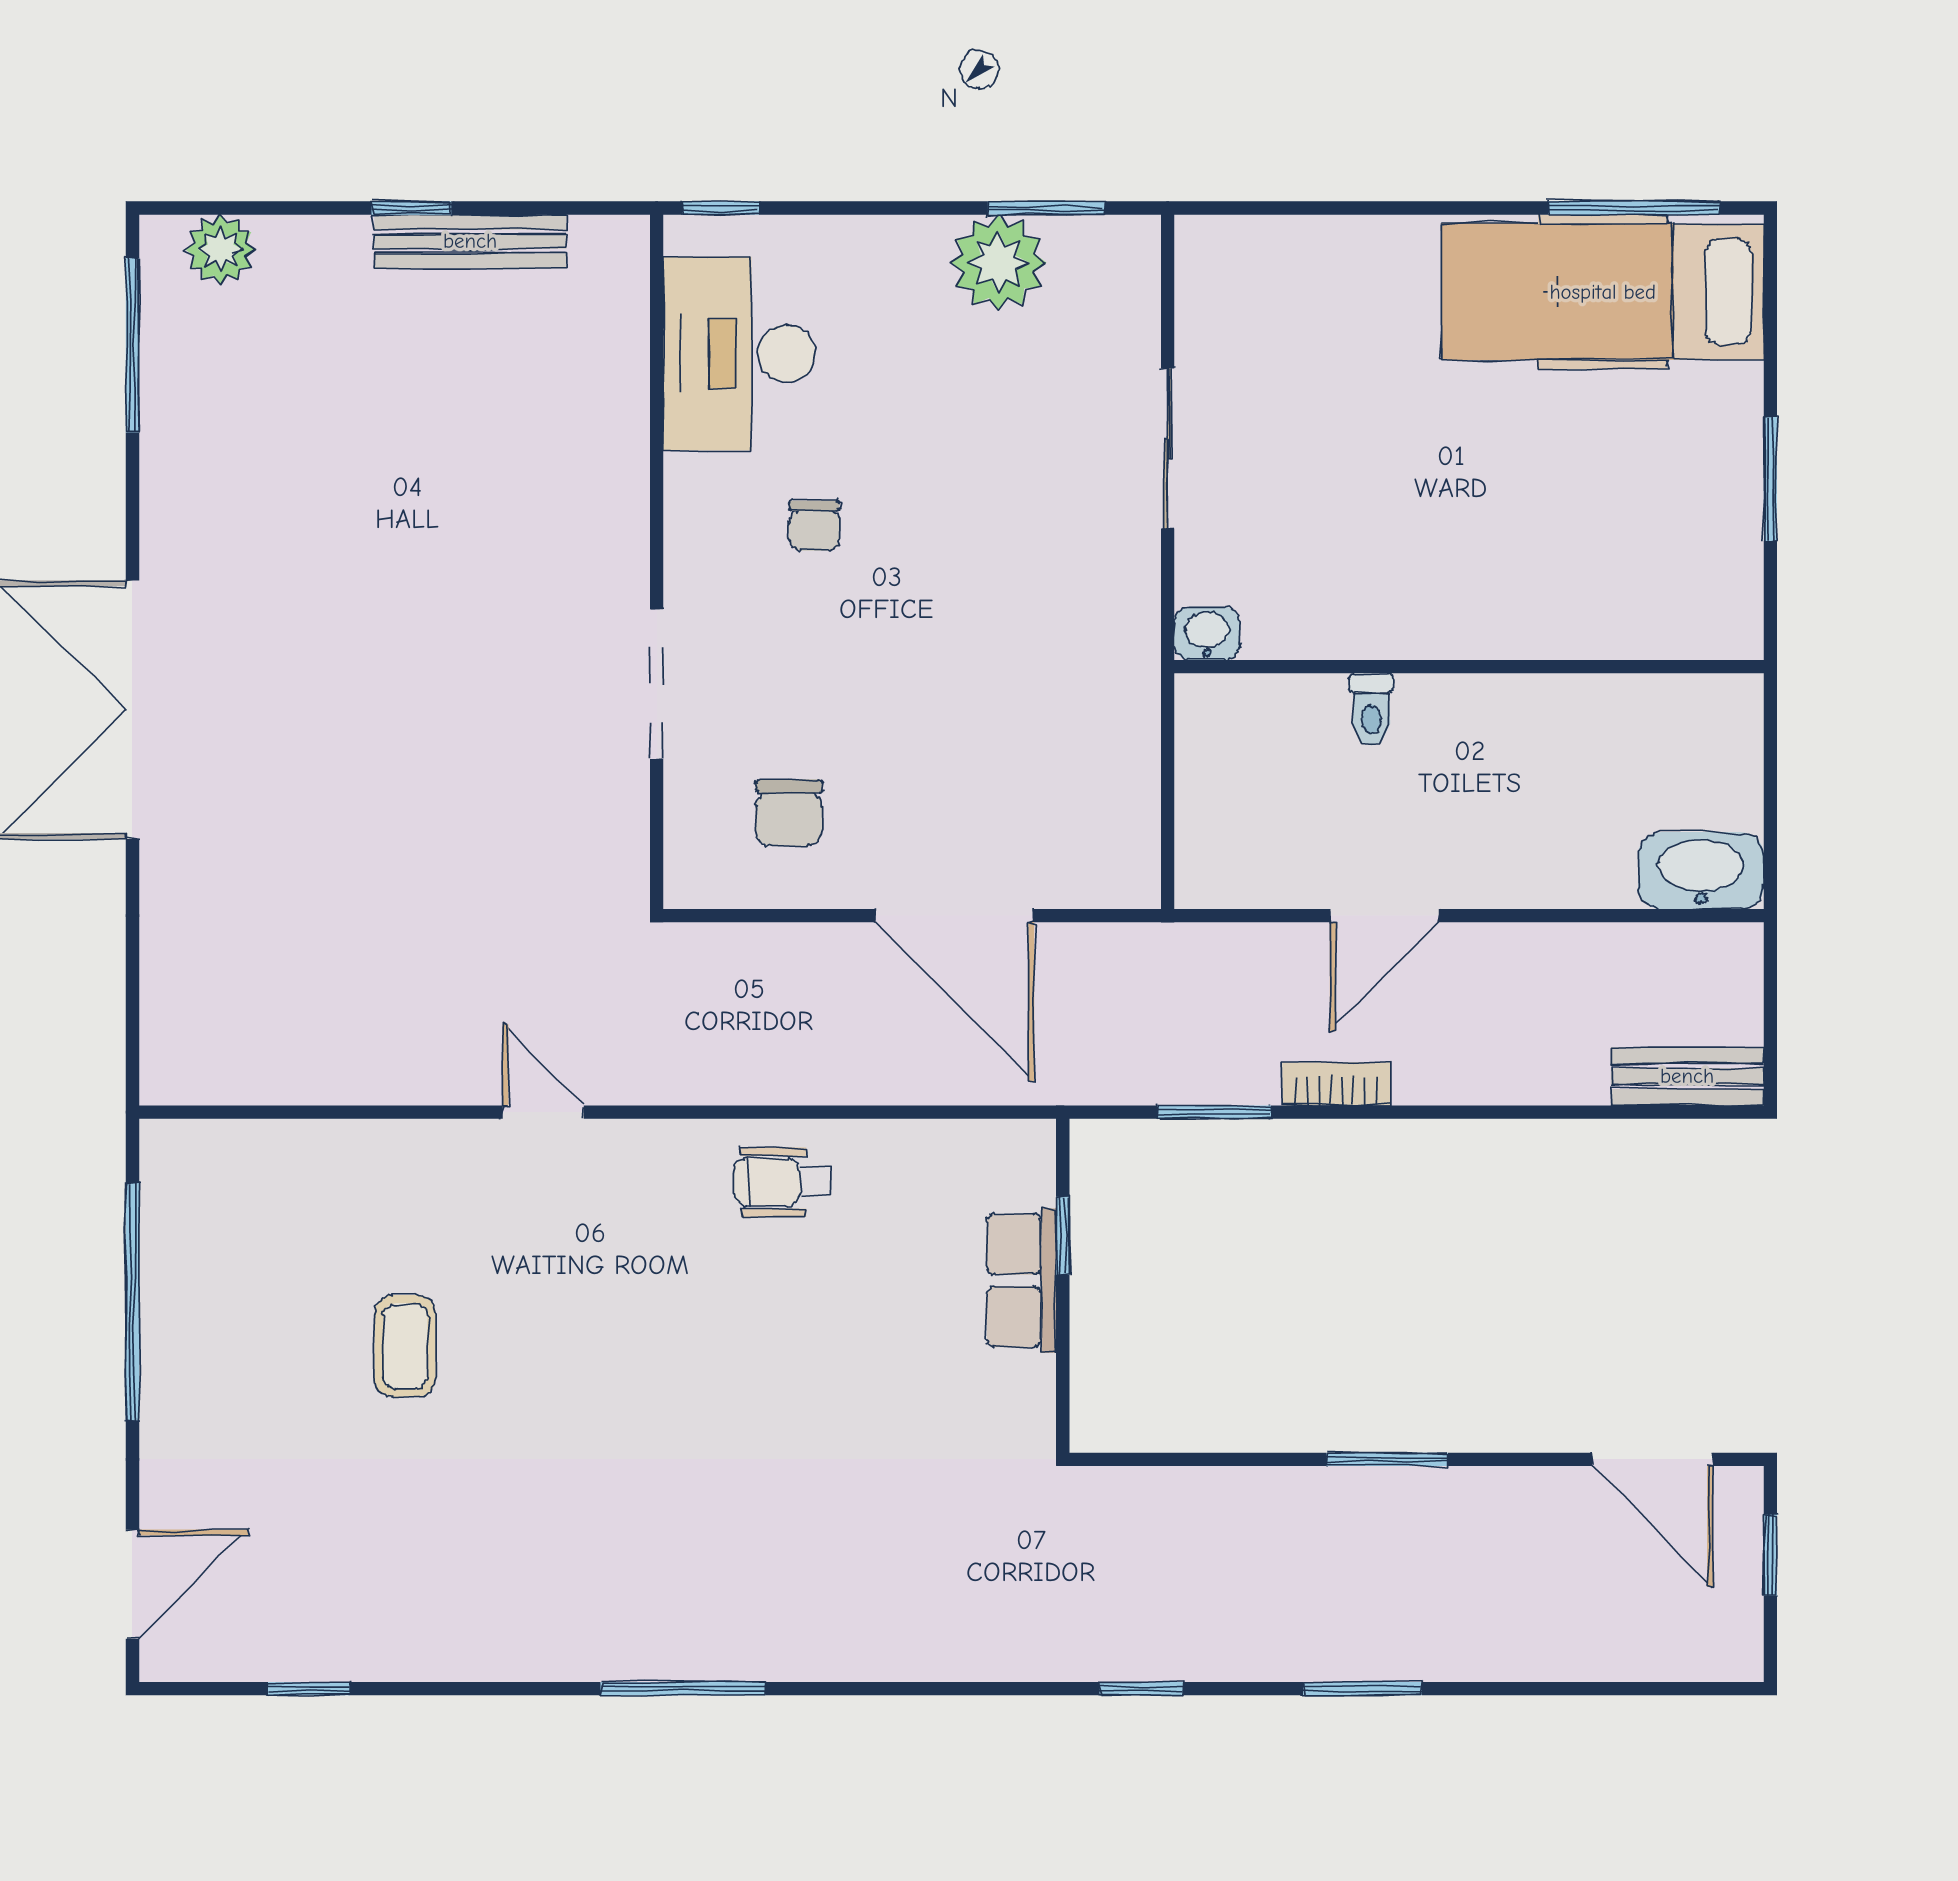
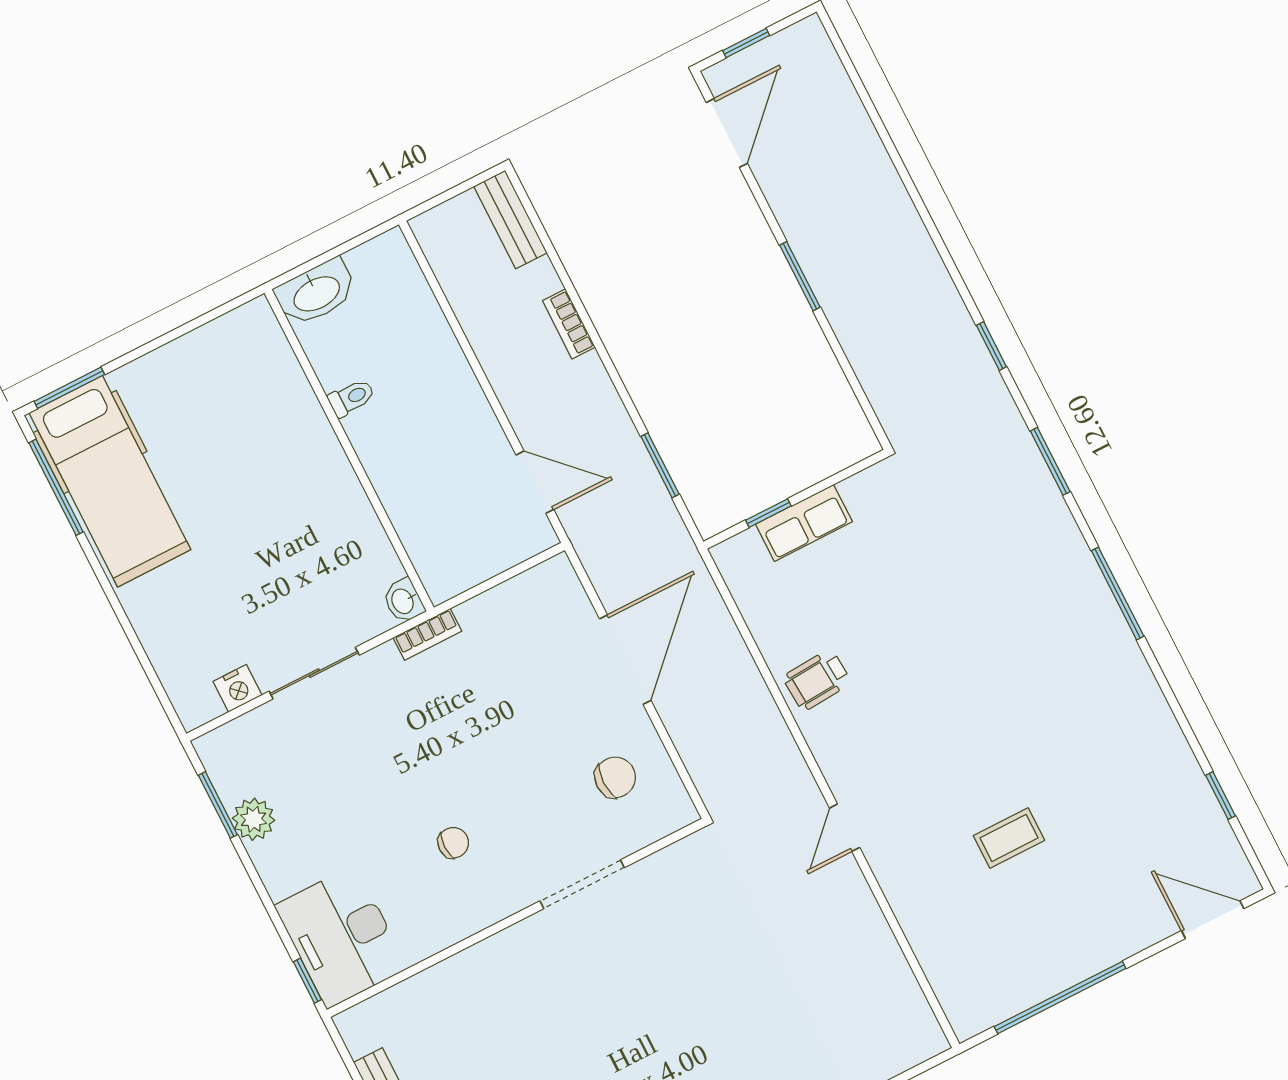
plant: (998, 263) -> (254, 819), width x0.73, depth x0.73
nightstand: (1203, 324) -> (237, 688), added
desk: (739, 354) -> (341, 937), moved, turned 90
window: (1770, 479) -> (69, 388), moved
bookcase: (1140, 644) -> (427, 634), added
toilet: (1371, 709) -> (351, 398), moved
washbasin: (1701, 871) -> (316, 293), moved, turned -90
door: (1384, 916) -> (535, 482), moved
bookcase: (1336, 1084) -> (569, 324), moved
wheelchair: (781, 1182) -> (817, 680), turned 86
window: (1363, 1689) -> (1050, 461), moved

